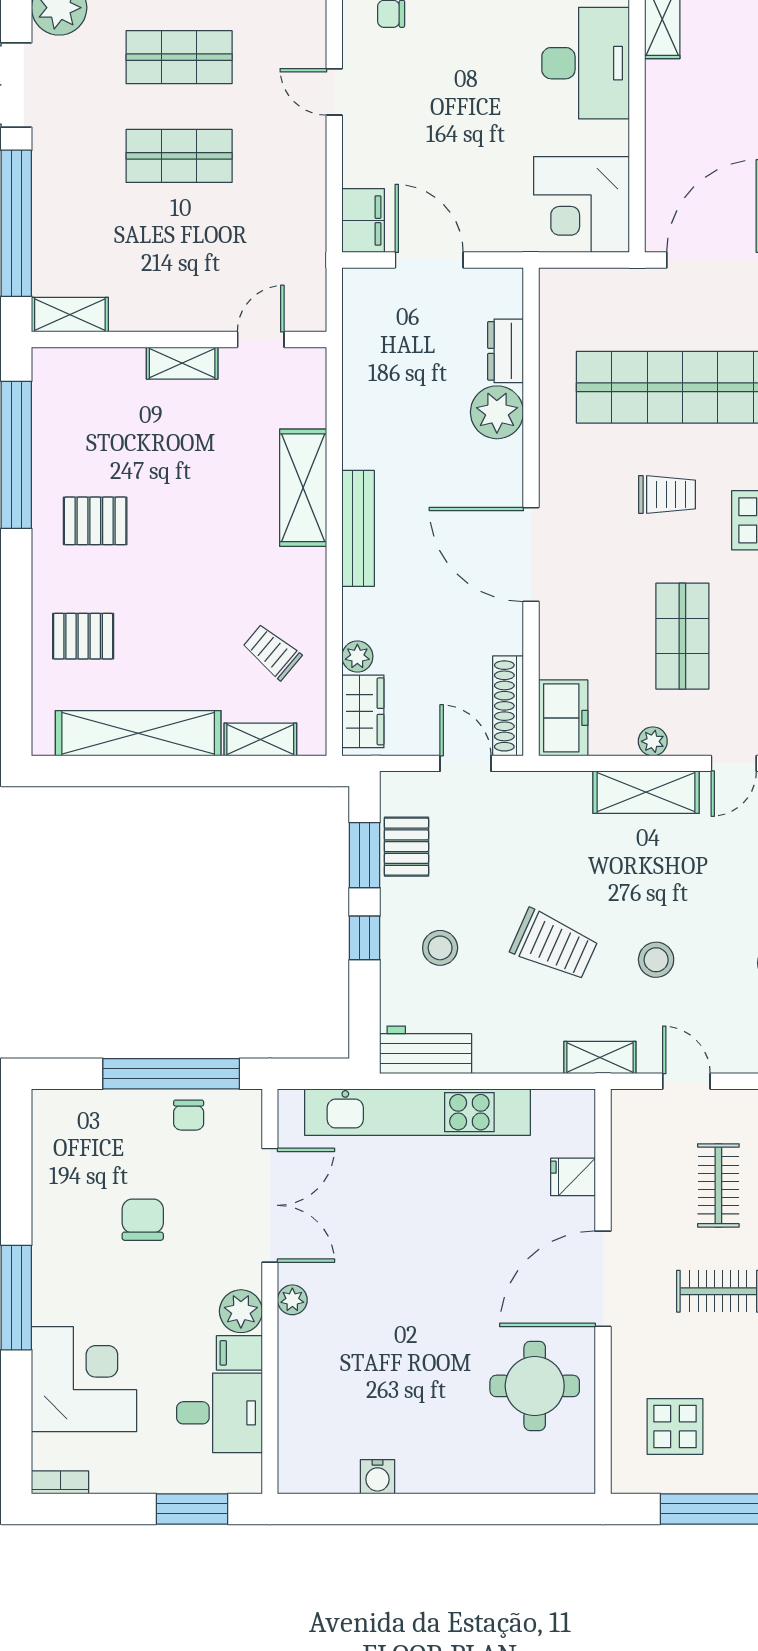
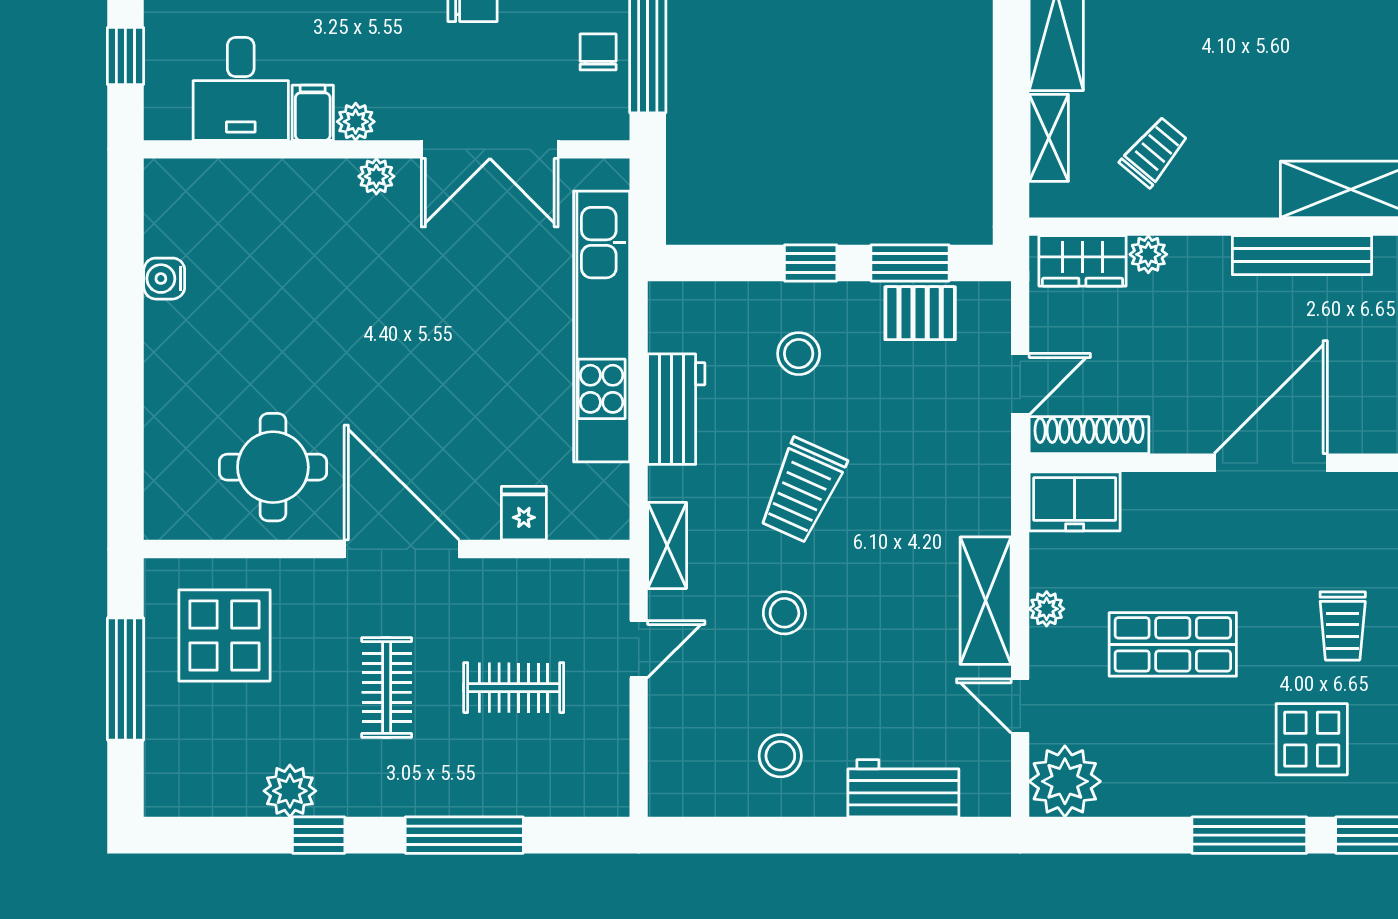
workbench: (426, 1050) -> (676, 409), moved
chair: (189, 1115) -> (598, 52), turned 90
plant: (241, 1311) -> (356, 122), width x0.73, depth x0.73
display table: (675, 1426) -> (224, 635), width x1.36, depth x1.36
window: (192, 1509) -> (125, 56), width x0.67

